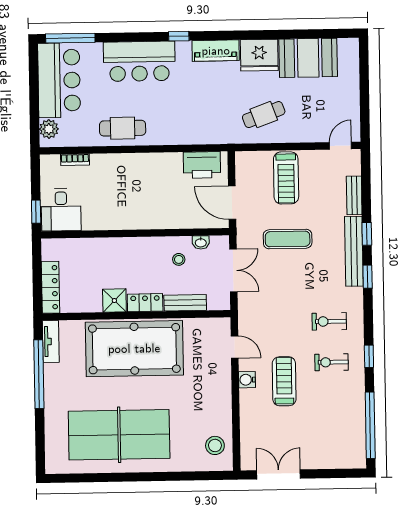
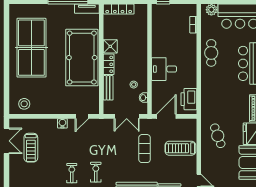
desk: (61, 210) -> (164, 69), moved
treadmill: (284, 381) -> (31, 148), moved, turned 90

